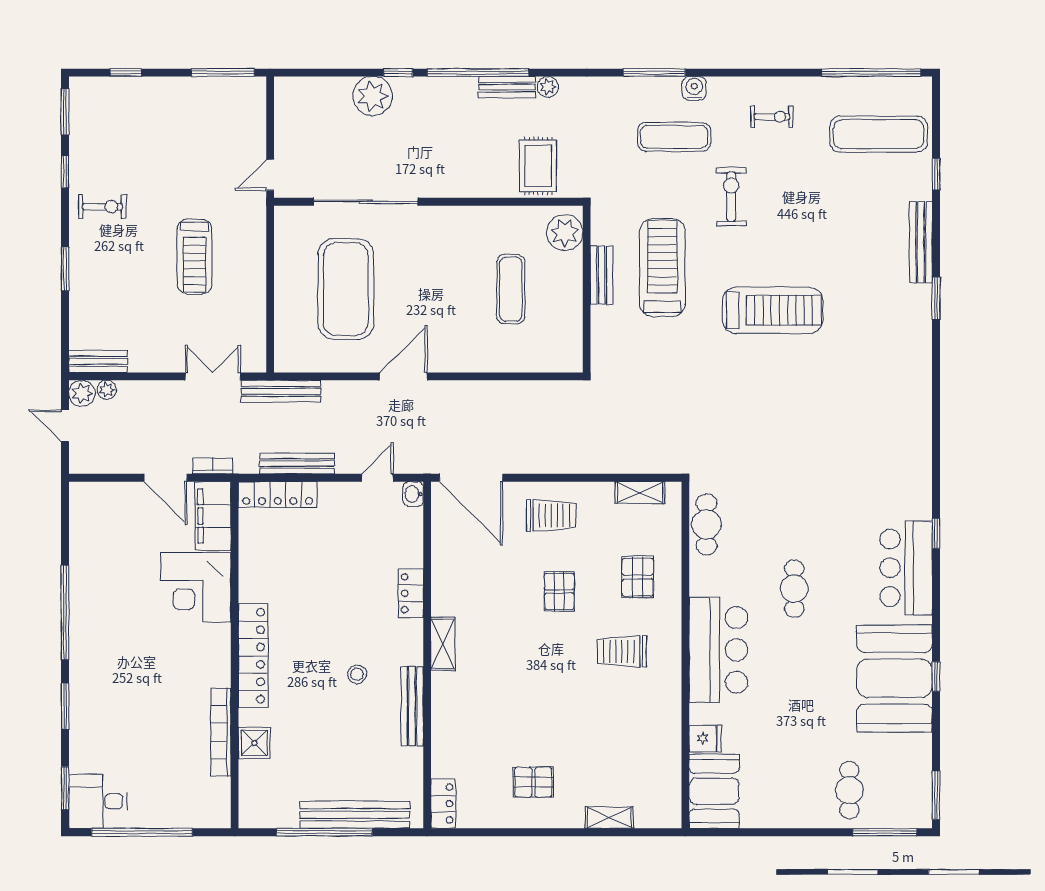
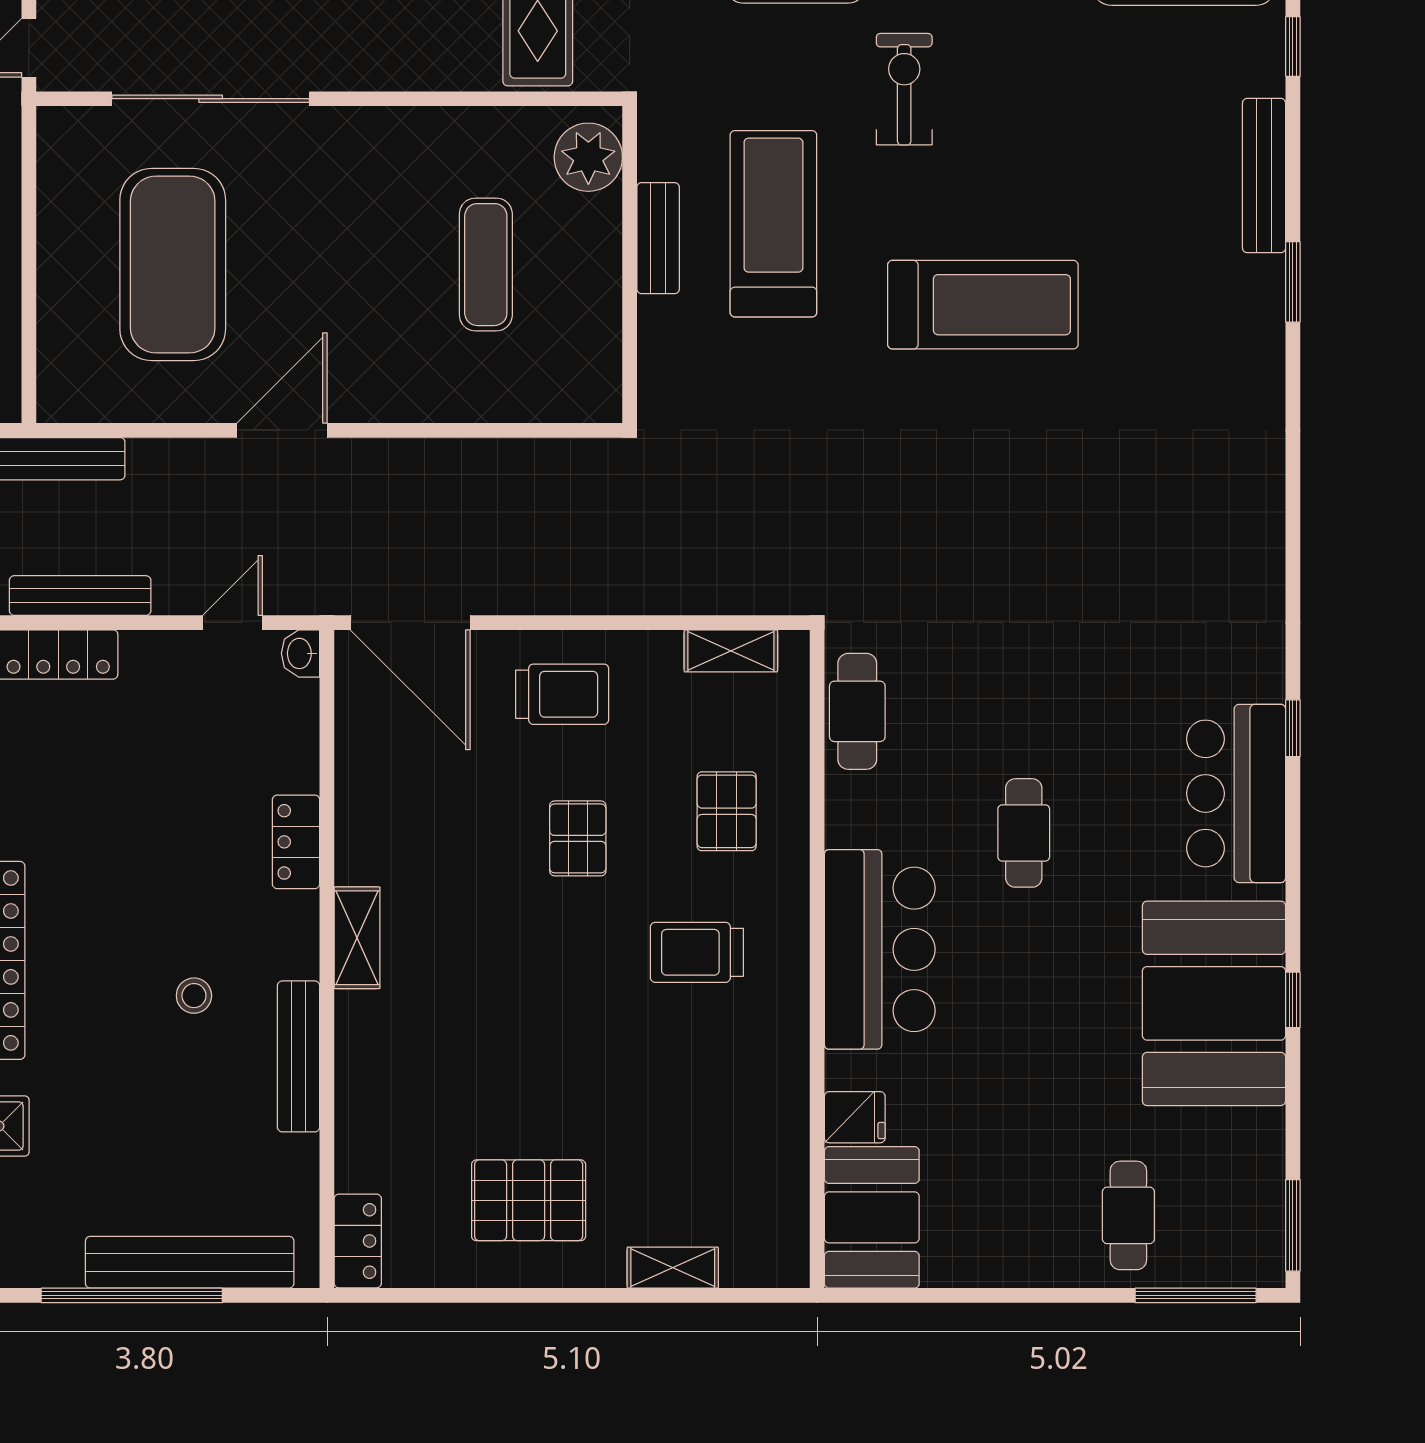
pallet: (533, 782) -> (529, 1200), width x1.50, depth x1.42

